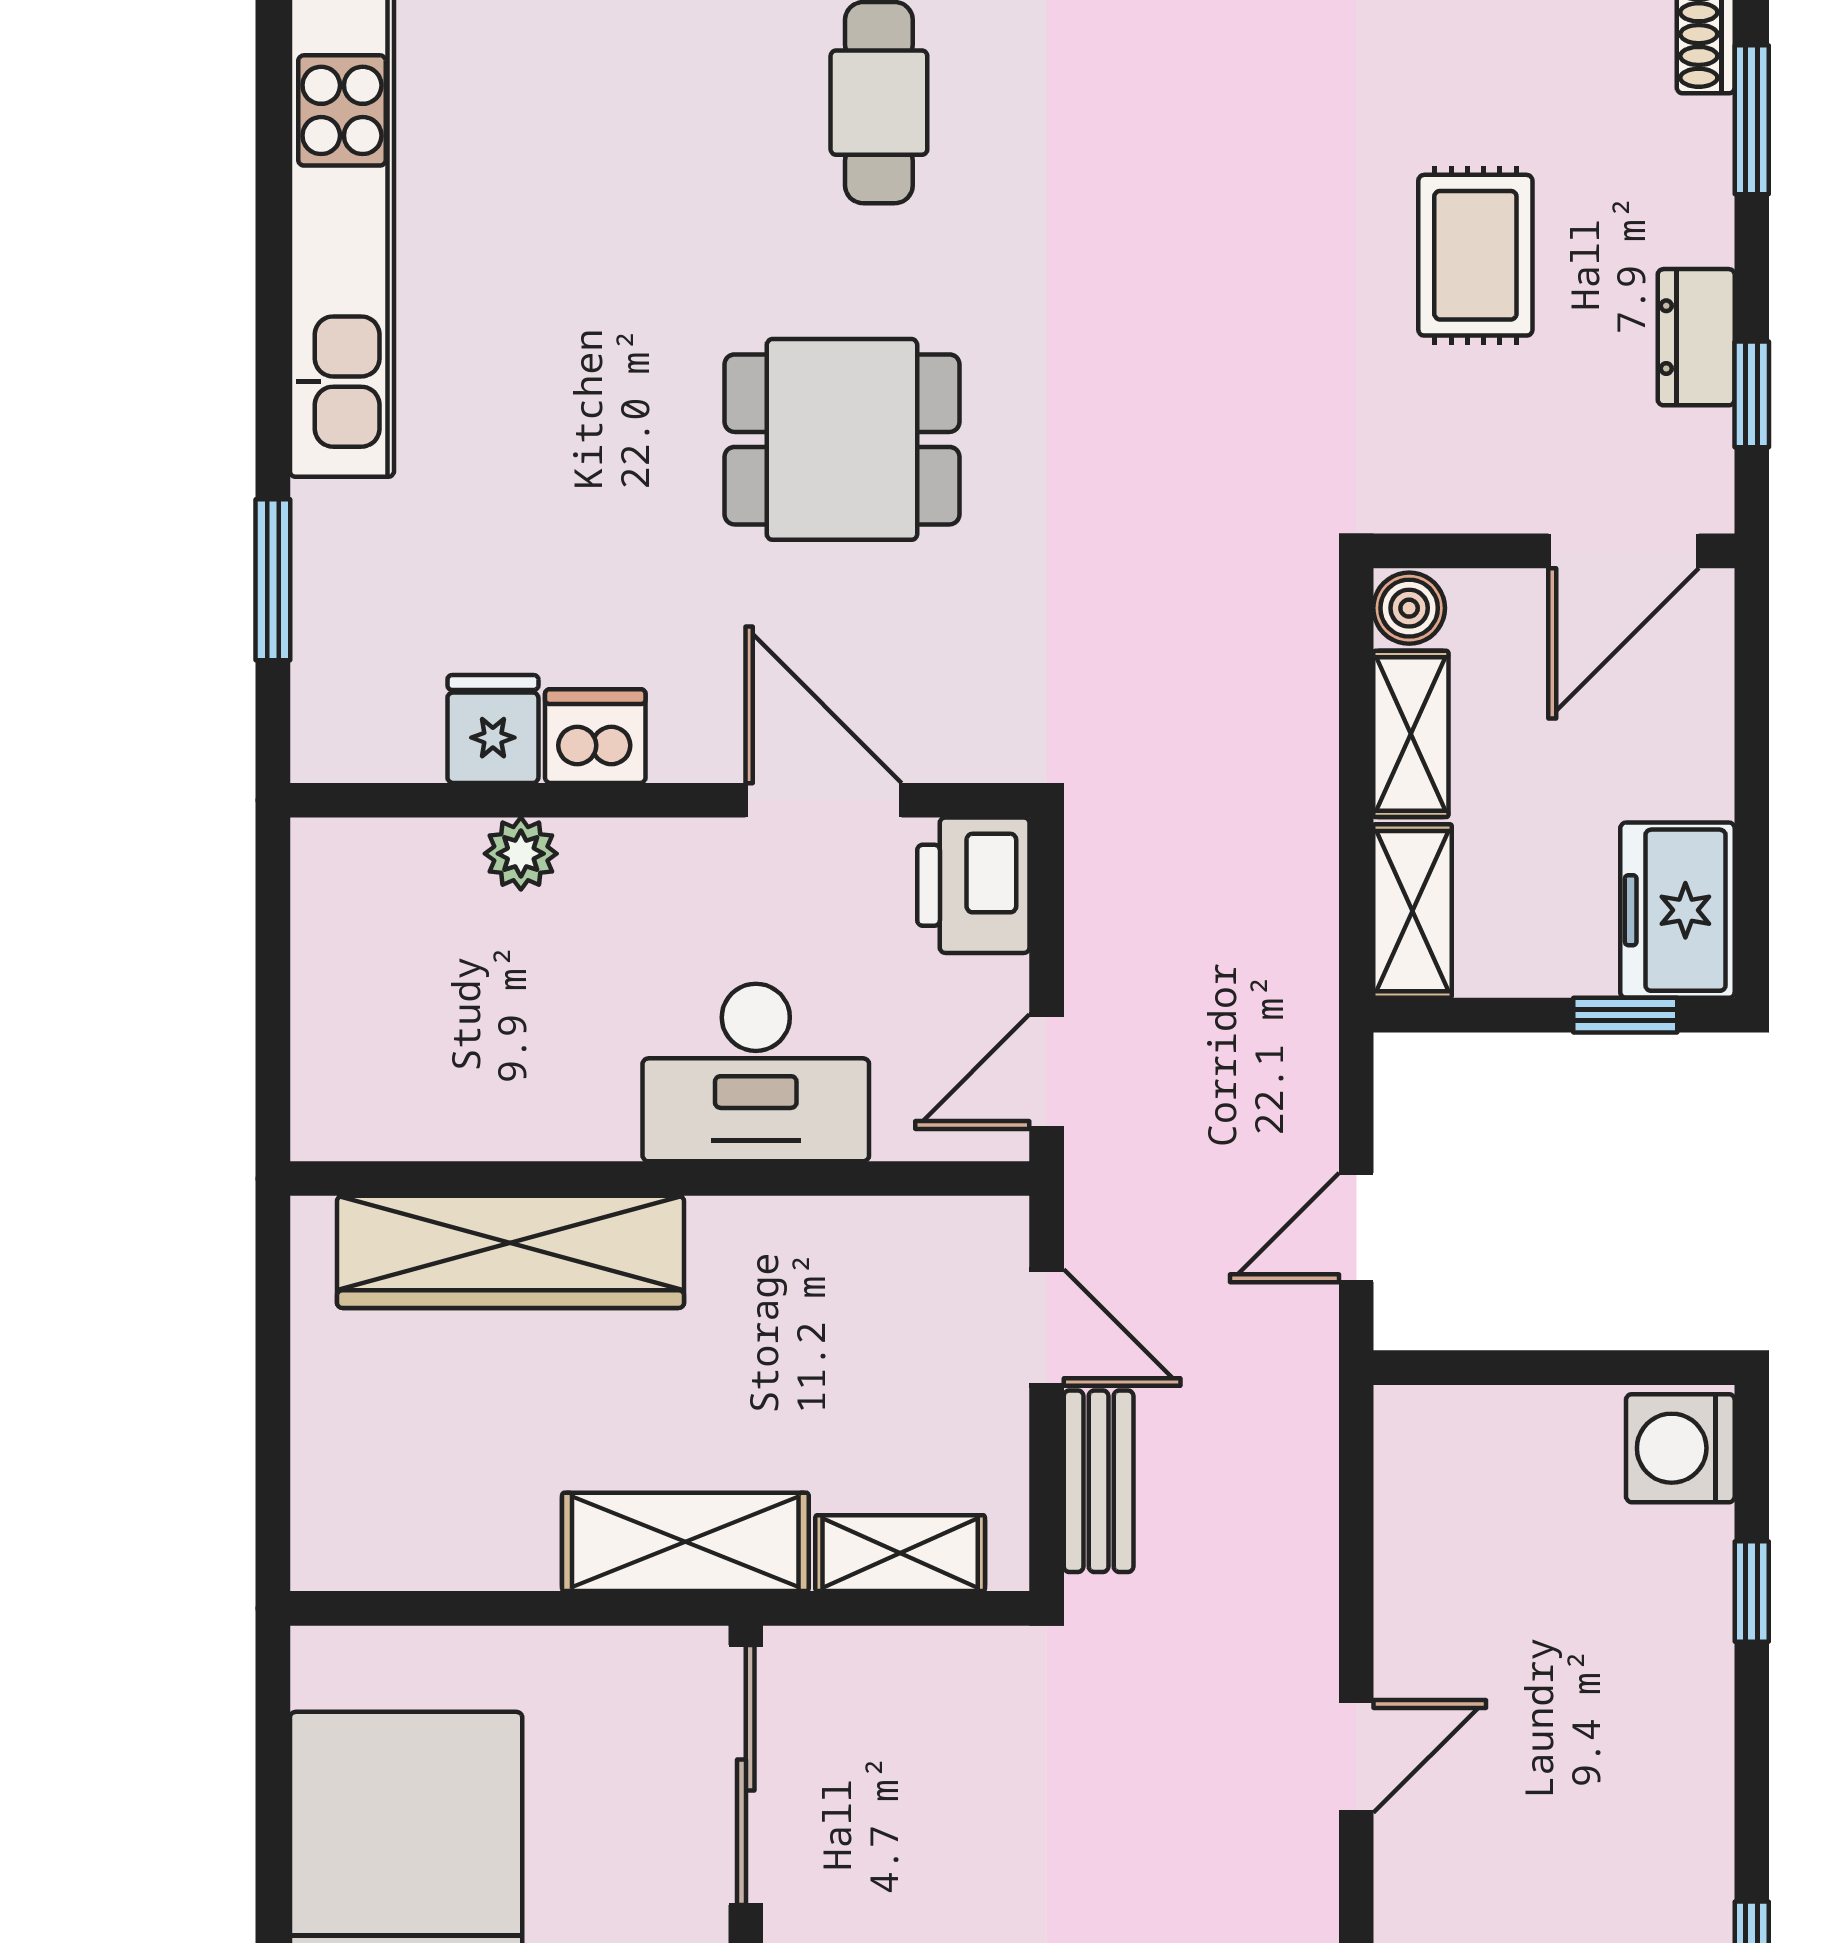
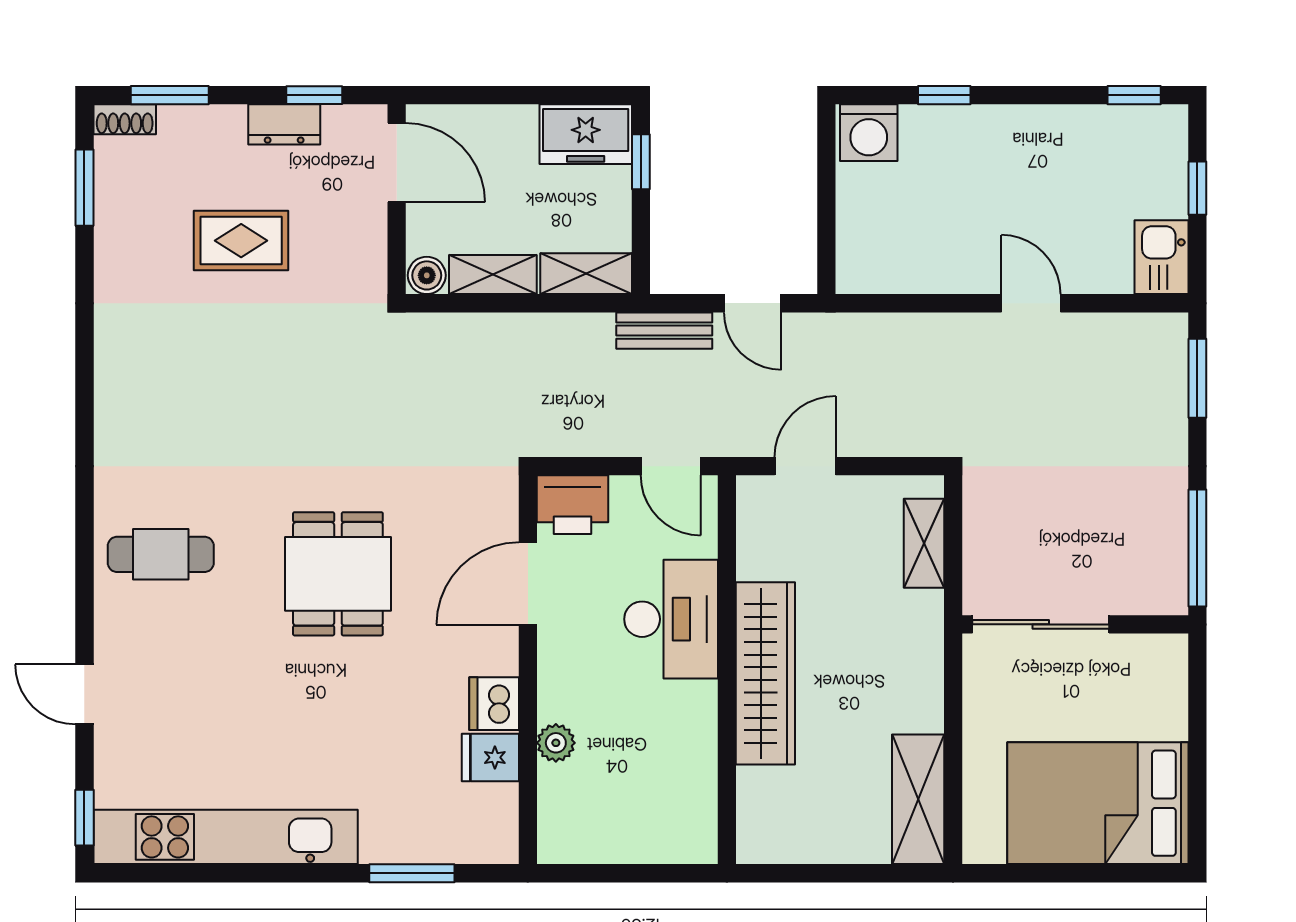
wardrobe: (511, 1252) -> (765, 673), moved
bench: (1099, 1481) -> (664, 331), moved
shelving: (685, 1542) -> (918, 799), moved

